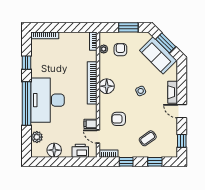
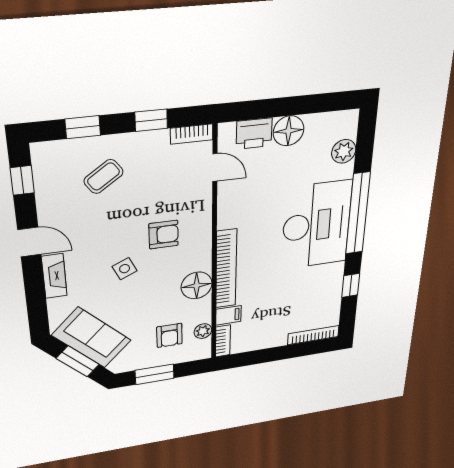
floor lamp: (107, 86) -> (197, 285), moved
armchair: (119, 119) -> (164, 235), moved
filing cabinet: (91, 124) -> (228, 315), moved
floor lamp: (54, 150) -> (289, 131), moved

